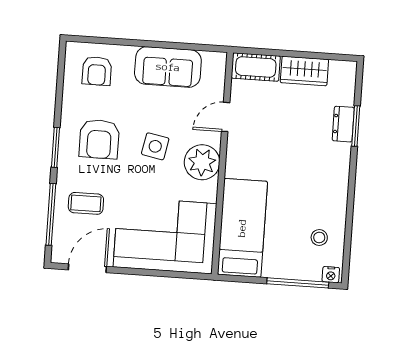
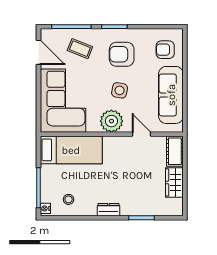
sofa: (168, 67) -> (171, 95), width x1.36
dresser: (343, 124) -> (108, 210), moved
coffee table: (86, 203) -> (80, 49), turned -68

